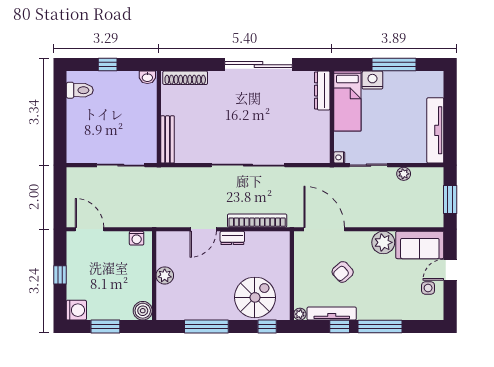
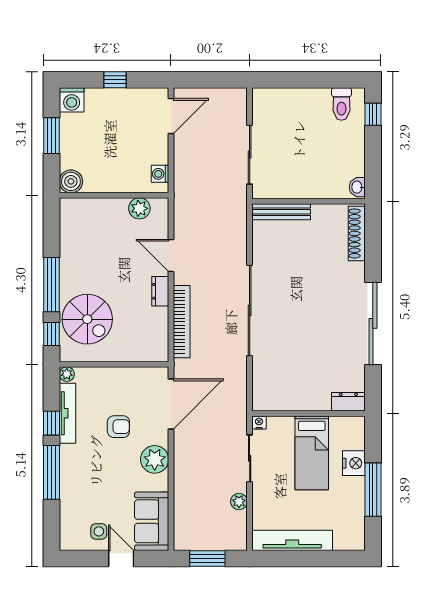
window: (108, 65) -> (373, 114), moved
dresser: (322, 91) -> (348, 402), width x0.70
bed: (347, 101) -> (312, 453), moved, turned -90
plant: (383, 242) -> (155, 459), moved
armchair: (343, 272) -> (118, 427), turned 132
plant: (165, 275) -> (139, 208), moved
window: (206, 327) -> (51, 285), moved

